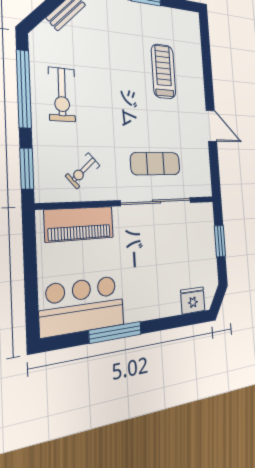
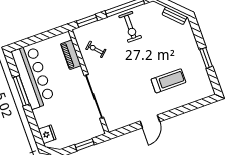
exercise bike: (62, 95) -> (130, 27), turned -91
exercise mat: (155, 164) -> (114, 90), removed
piano: (79, 224) -> (71, 55), width x0.73, depth x0.75
bar counter: (82, 306) -> (33, 76), width x1.36

